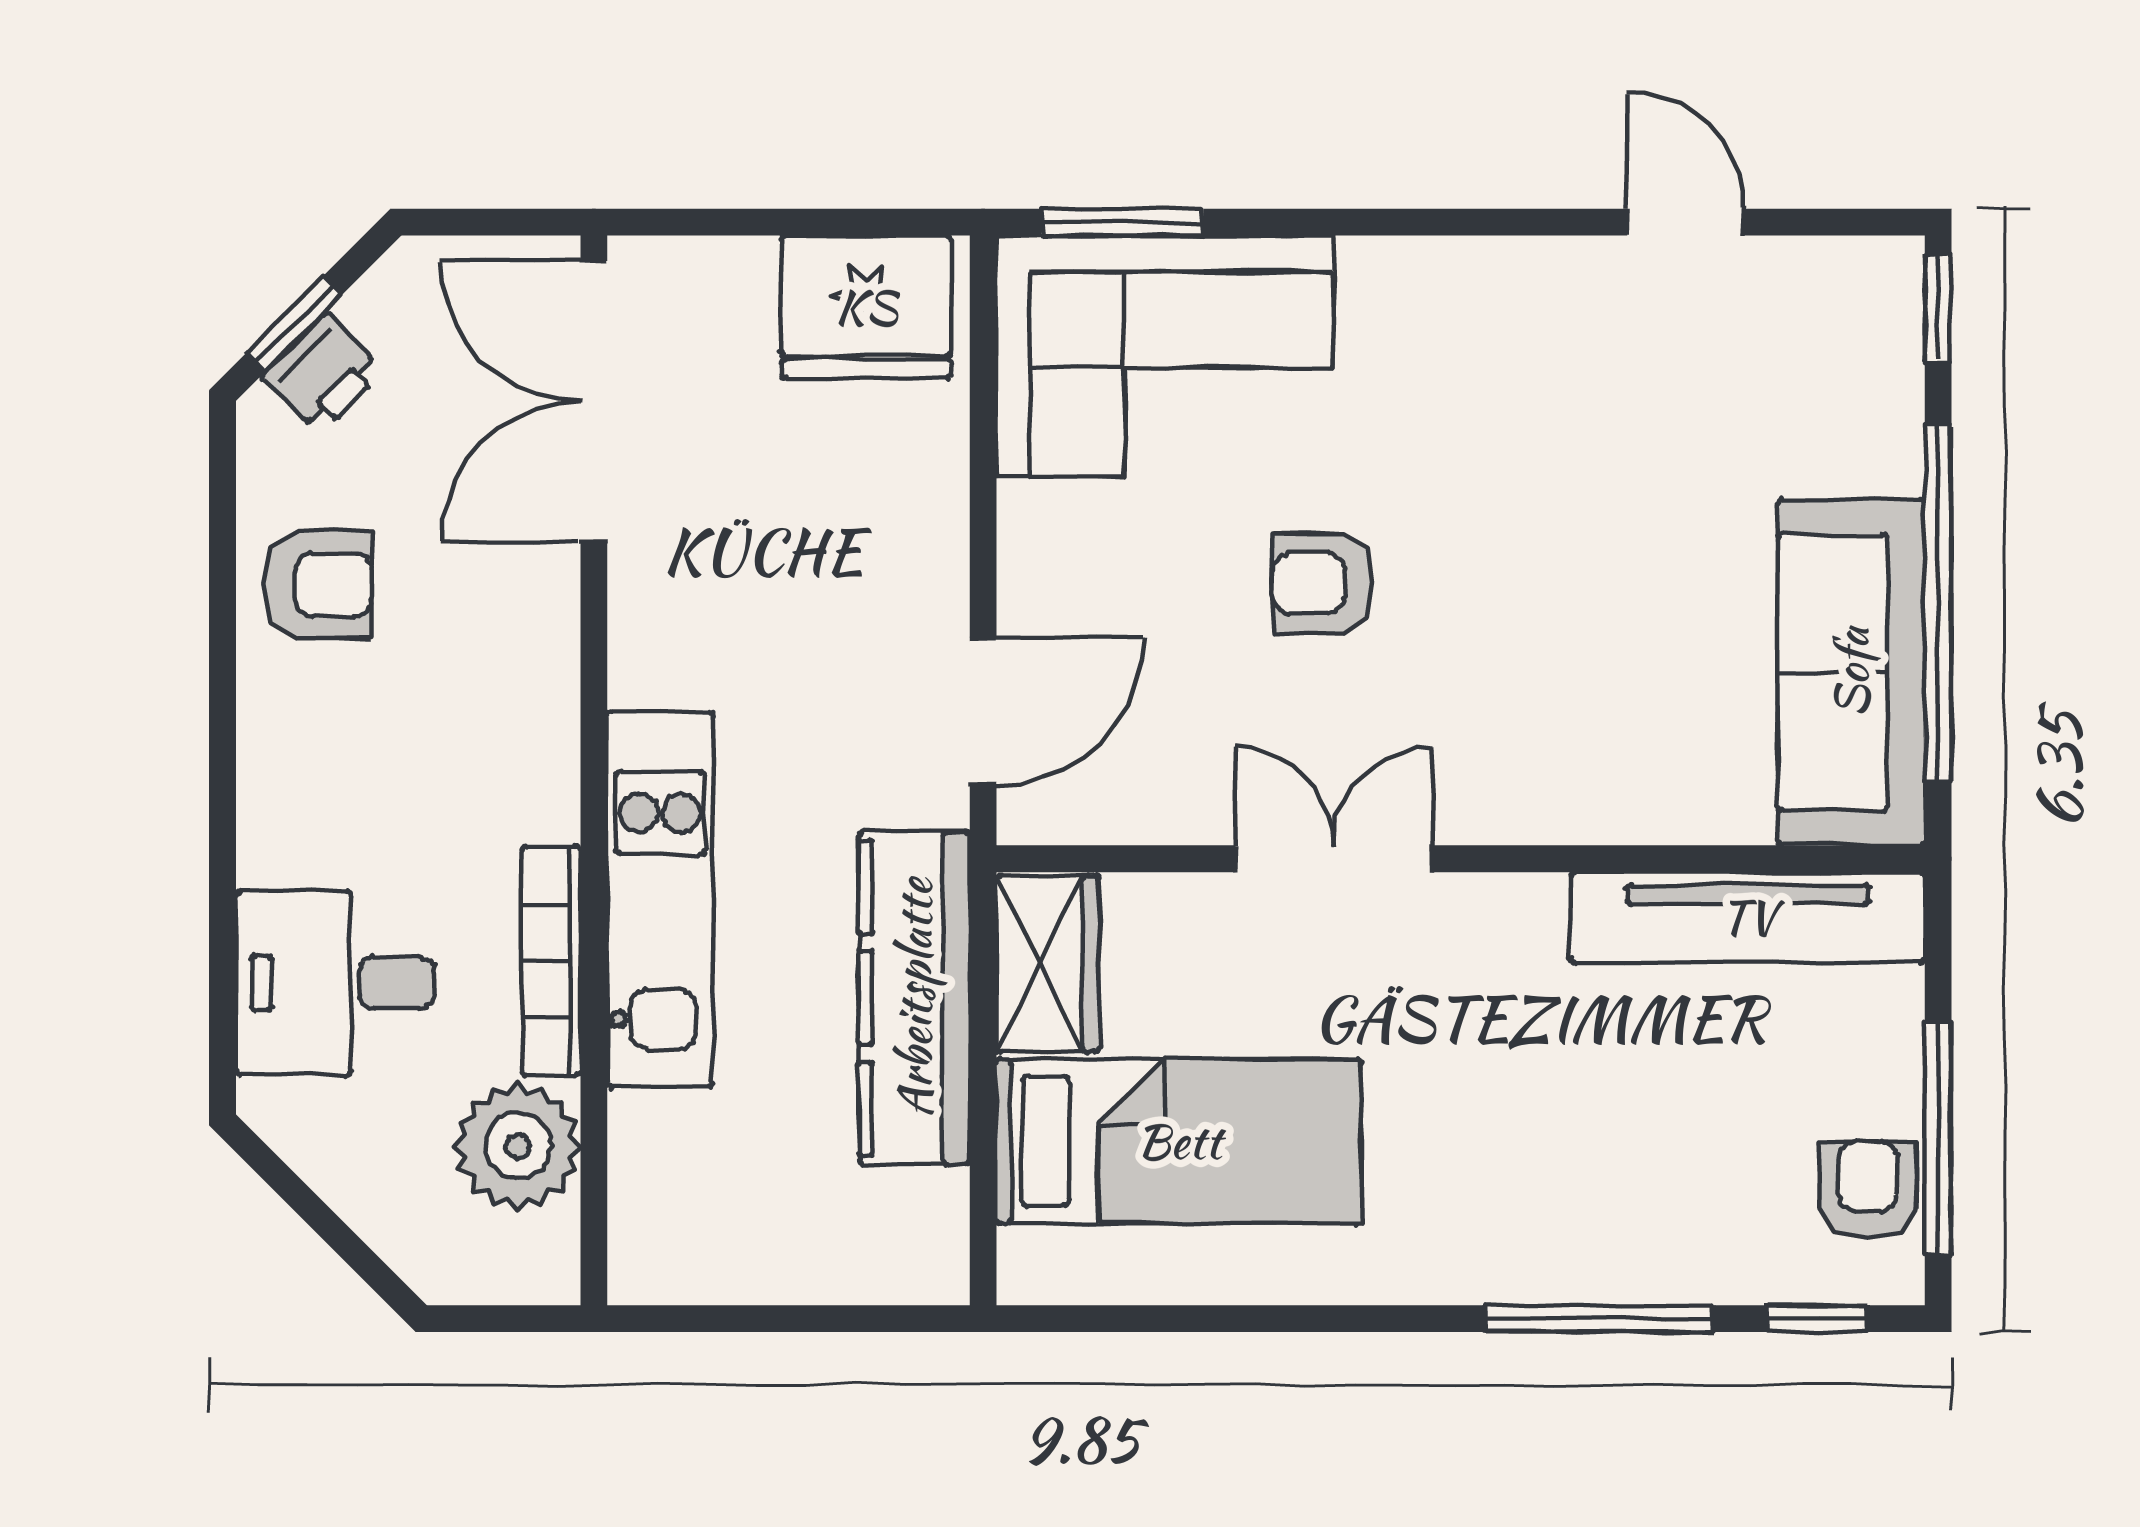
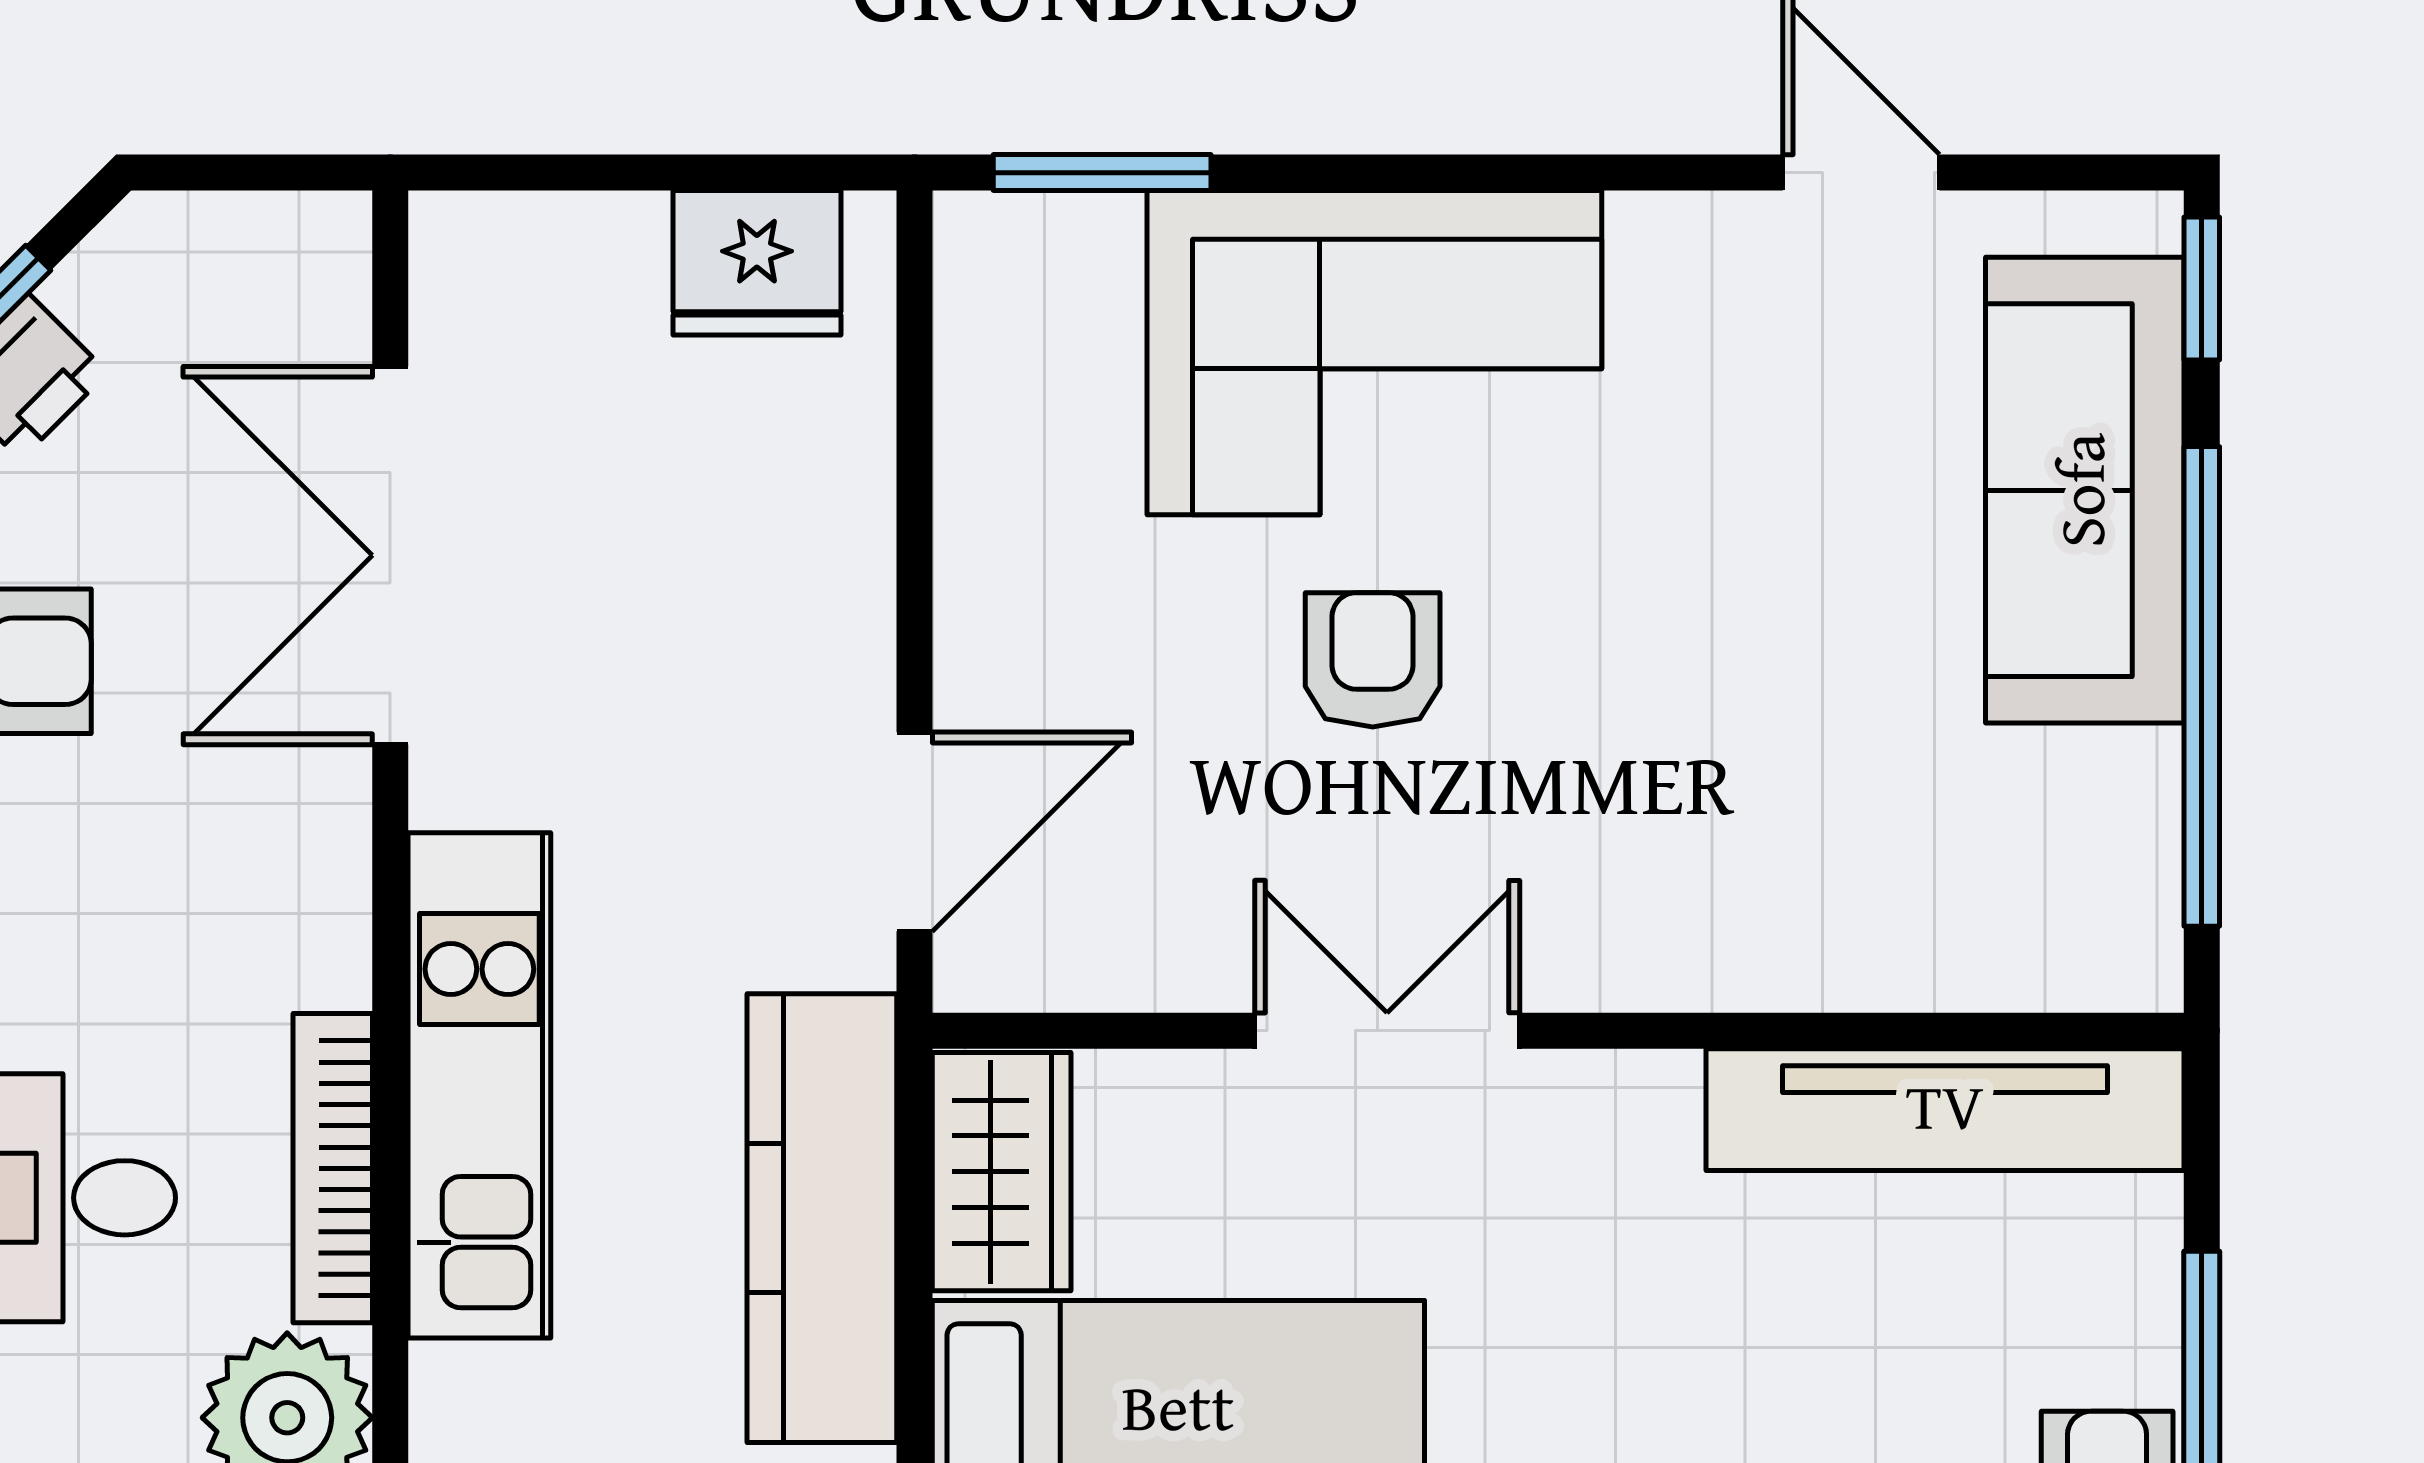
fridge: (866, 307) -> (757, 263), width x0.73, depth x0.75
corner sofa: (1165, 356) -> (1374, 353), moved
double door: (594, 401) -> (390, 555), moved
armchair: (1323, 584) -> (1373, 660), turned 90
sofa: (1851, 673) -> (2085, 490), moved

